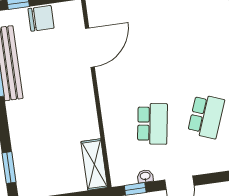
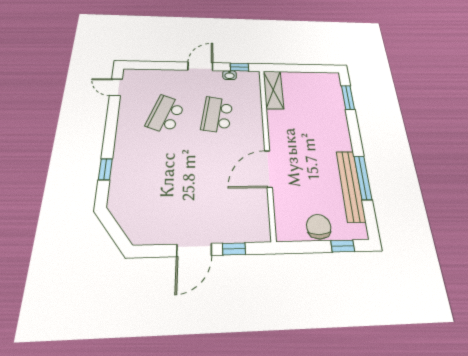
chair: (41, 18) -> (319, 227), turned 90
door: (90, 48) -> (268, 169), moved

